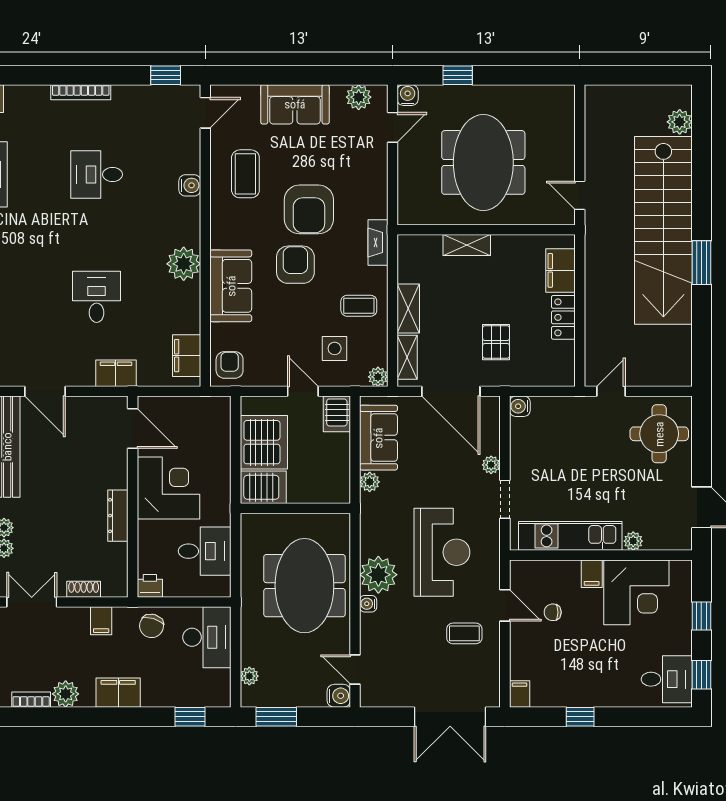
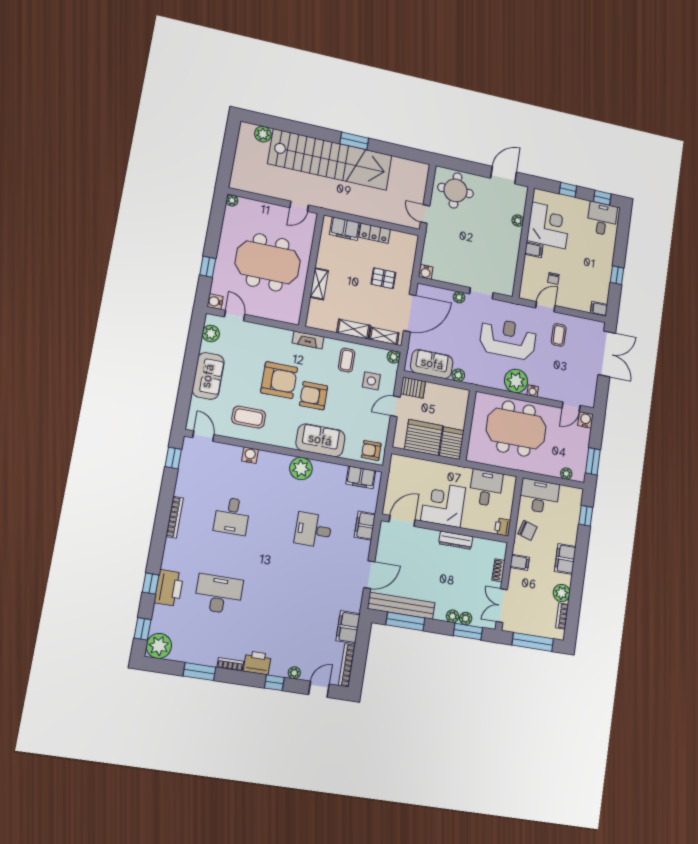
plant: (566, 93) -> (232, 200), added
kitchen unit: (570, 536) -> (509, 258), removed

